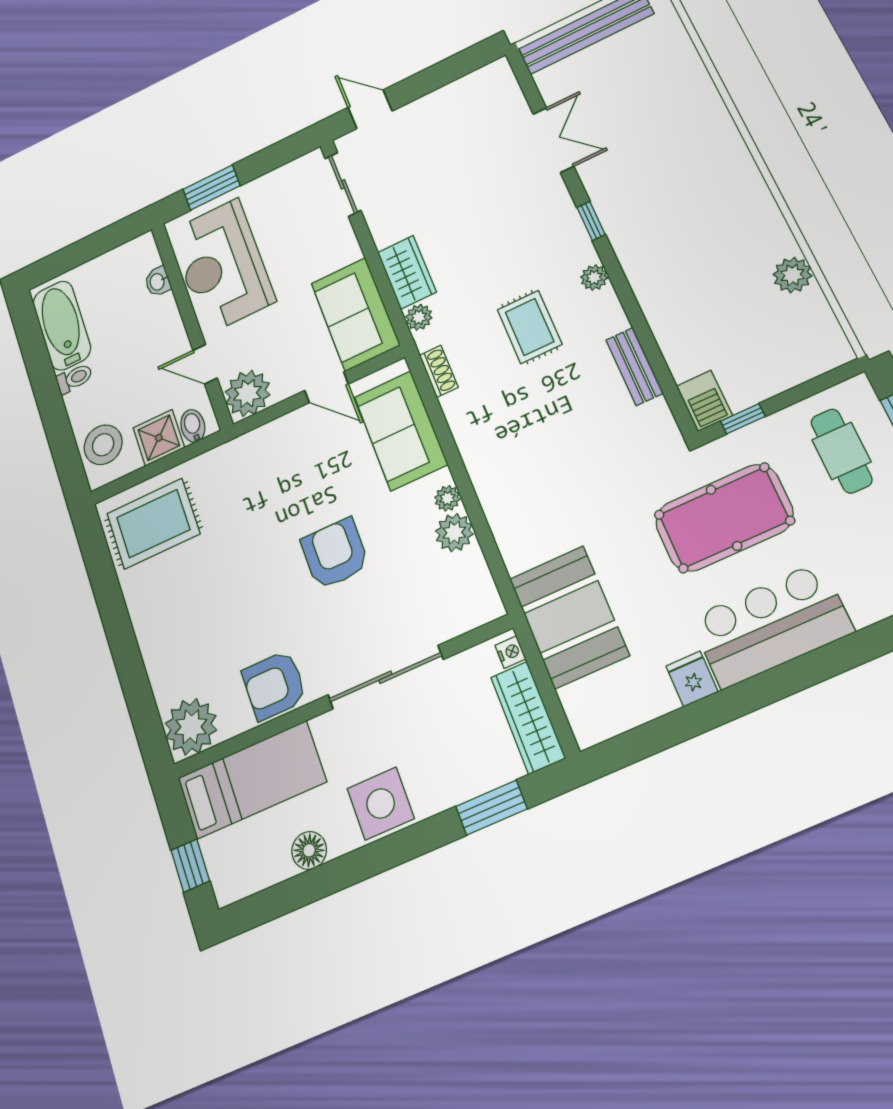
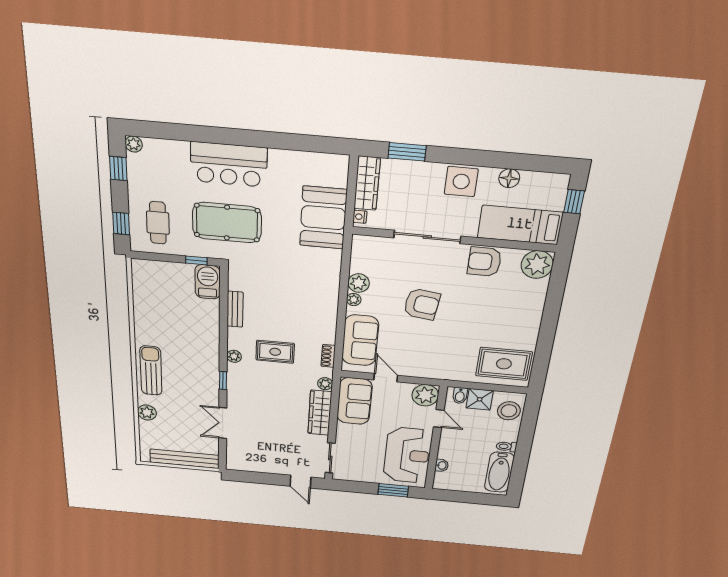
sun lounger: (723, 165) -> (151, 371), added
wardrobe: (407, 272) -> (320, 413), width x1.50
plant: (792, 275) -> (147, 412), moved
rug: (530, 327) -> (275, 352), turned 90
barbecue: (704, 401) -> (208, 282), width x1.38, depth x1.27
armchair: (335, 554) -> (422, 304), turned -82
fridge: (692, 679) -> (279, 160), removed
armchair: (274, 685) -> (484, 262), turned 180

